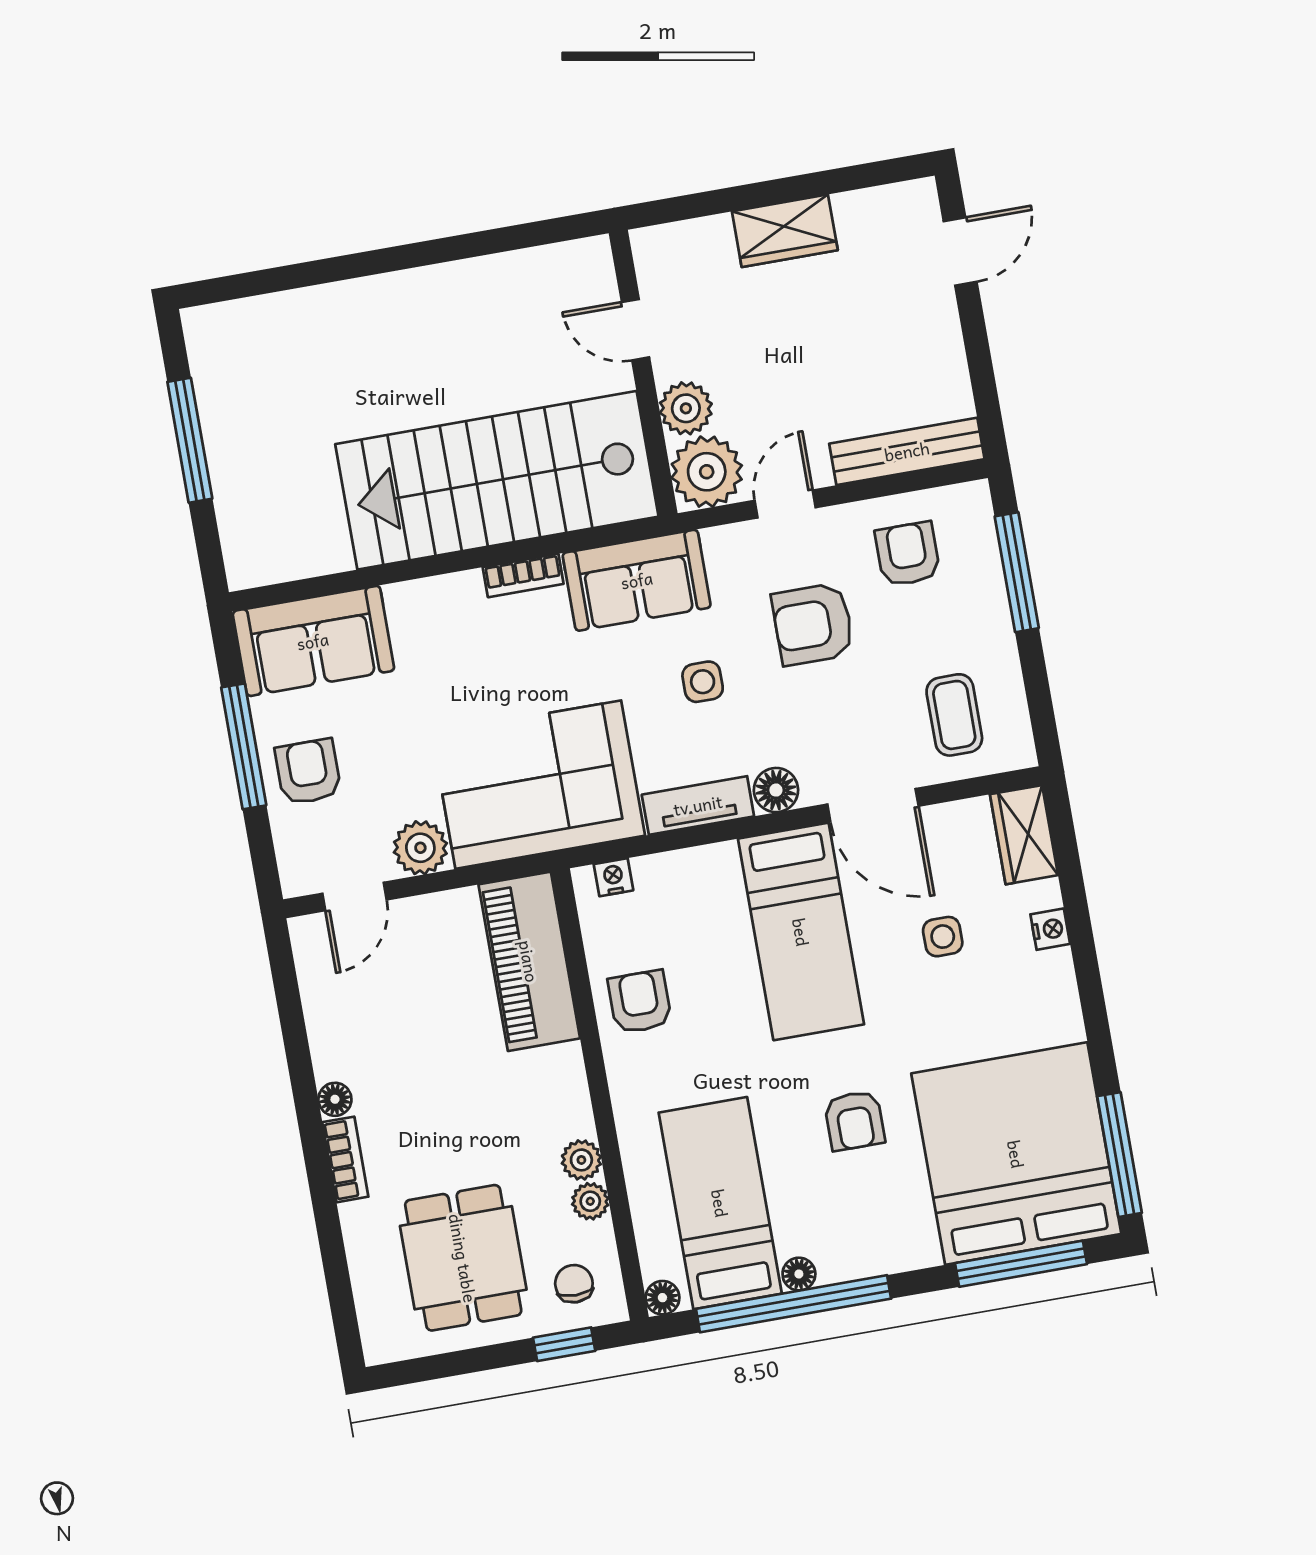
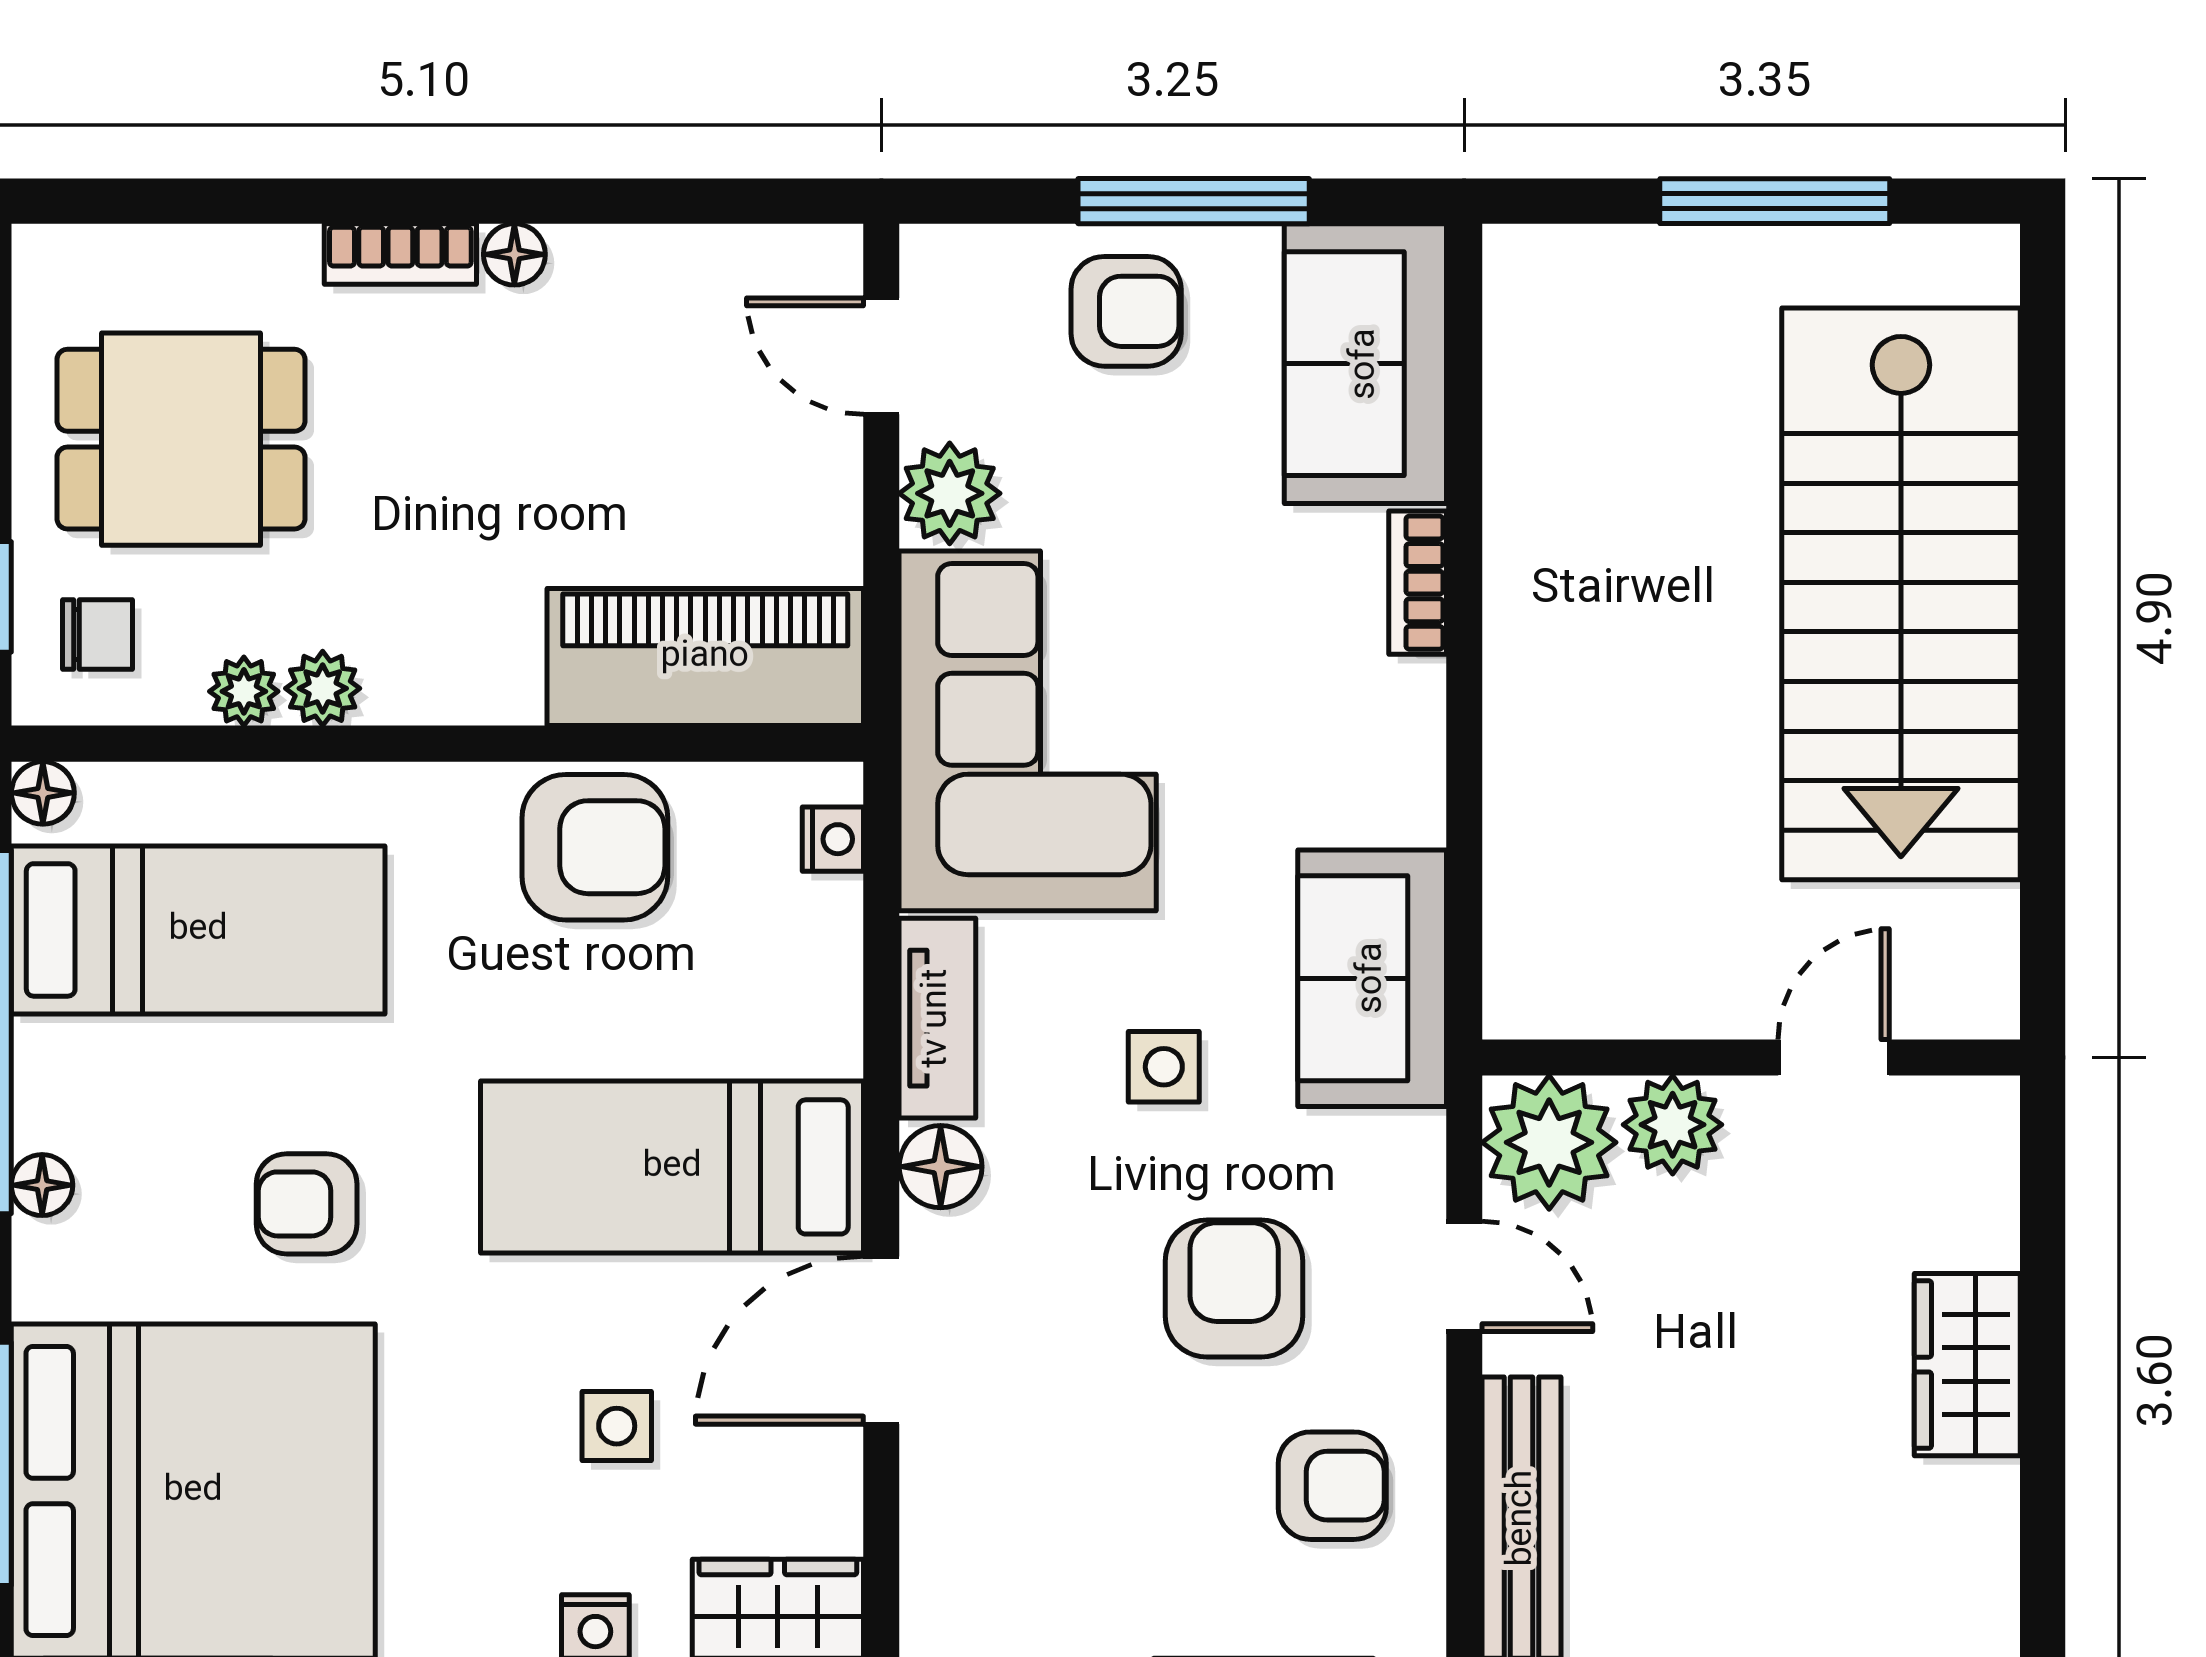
stairs: (497, 480) -> (1901, 594), moved, turned 180
bookcase: (523, 576) -> (1418, 583), moved
coffee table: (954, 715) -> (1021, 1519), removed
armchair: (640, 1002) -> (595, 847), width x1.38, depth x1.38
floor lamp: (799, 1274) -> (42, 1185), moved

